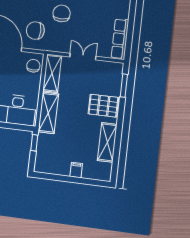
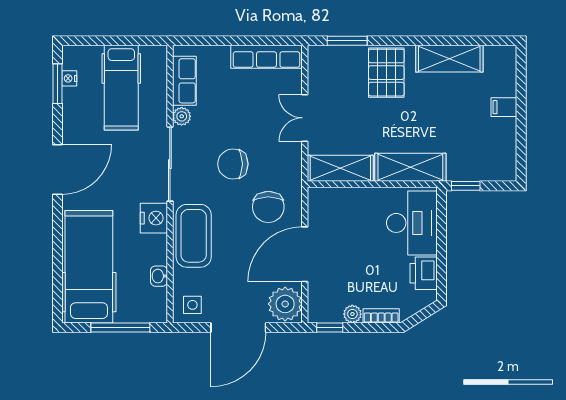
chair: (33, 66) -> (331, 203), removed

